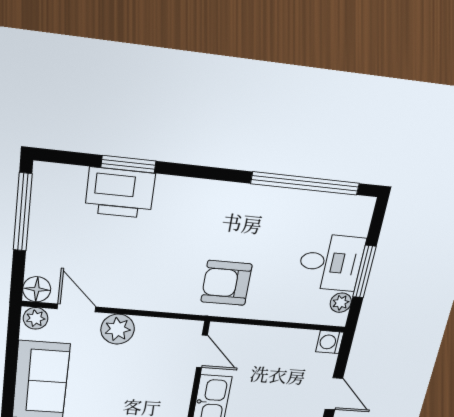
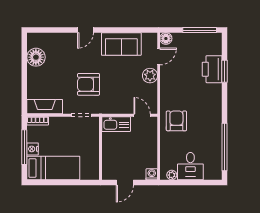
window: (364, 272) -> (188, 182), removed
plant: (36, 318) -> (152, 39), removed
door: (202, 351) -> (142, 115), swing flipped

